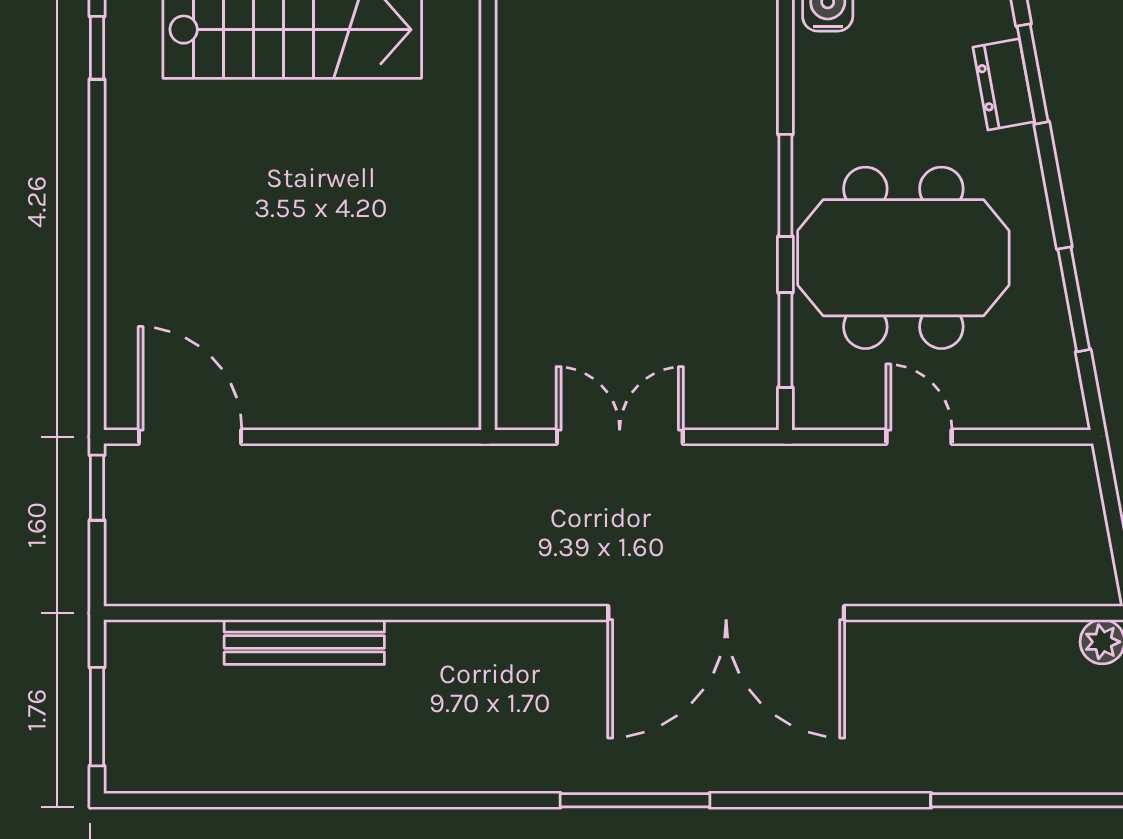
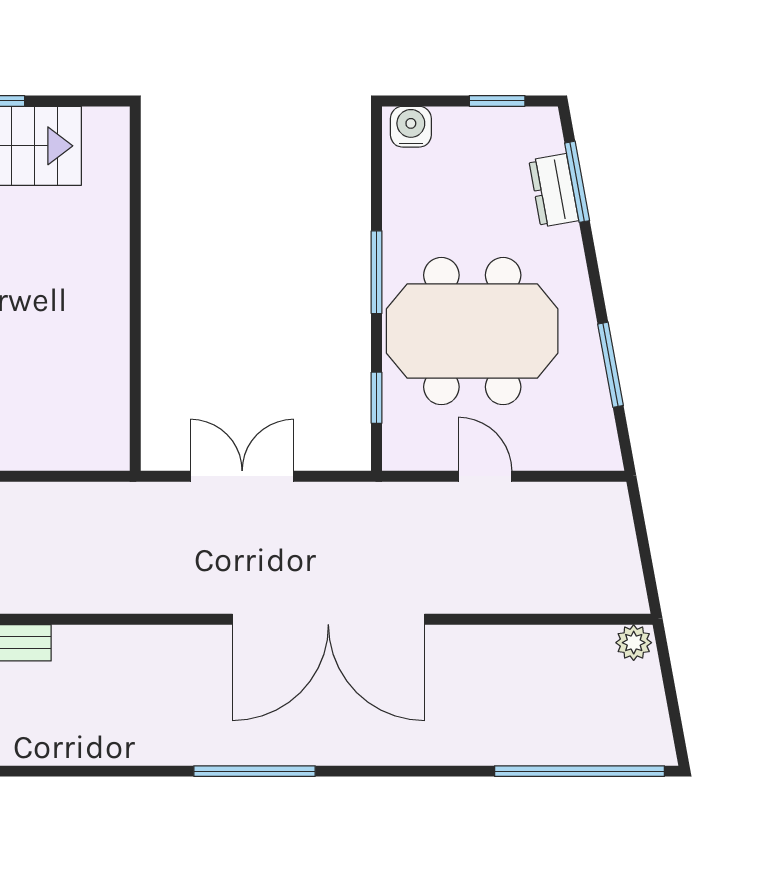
window: (785, 340) -> (377, 398), width x0.67

